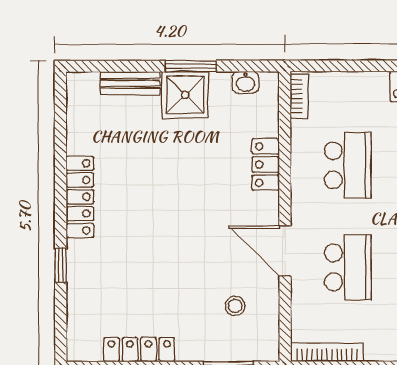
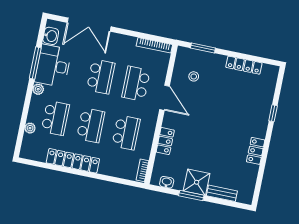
school desk: (348, 165) -> (126, 133), turned 180
locker: (80, 197) -> (256, 151), width x0.66

